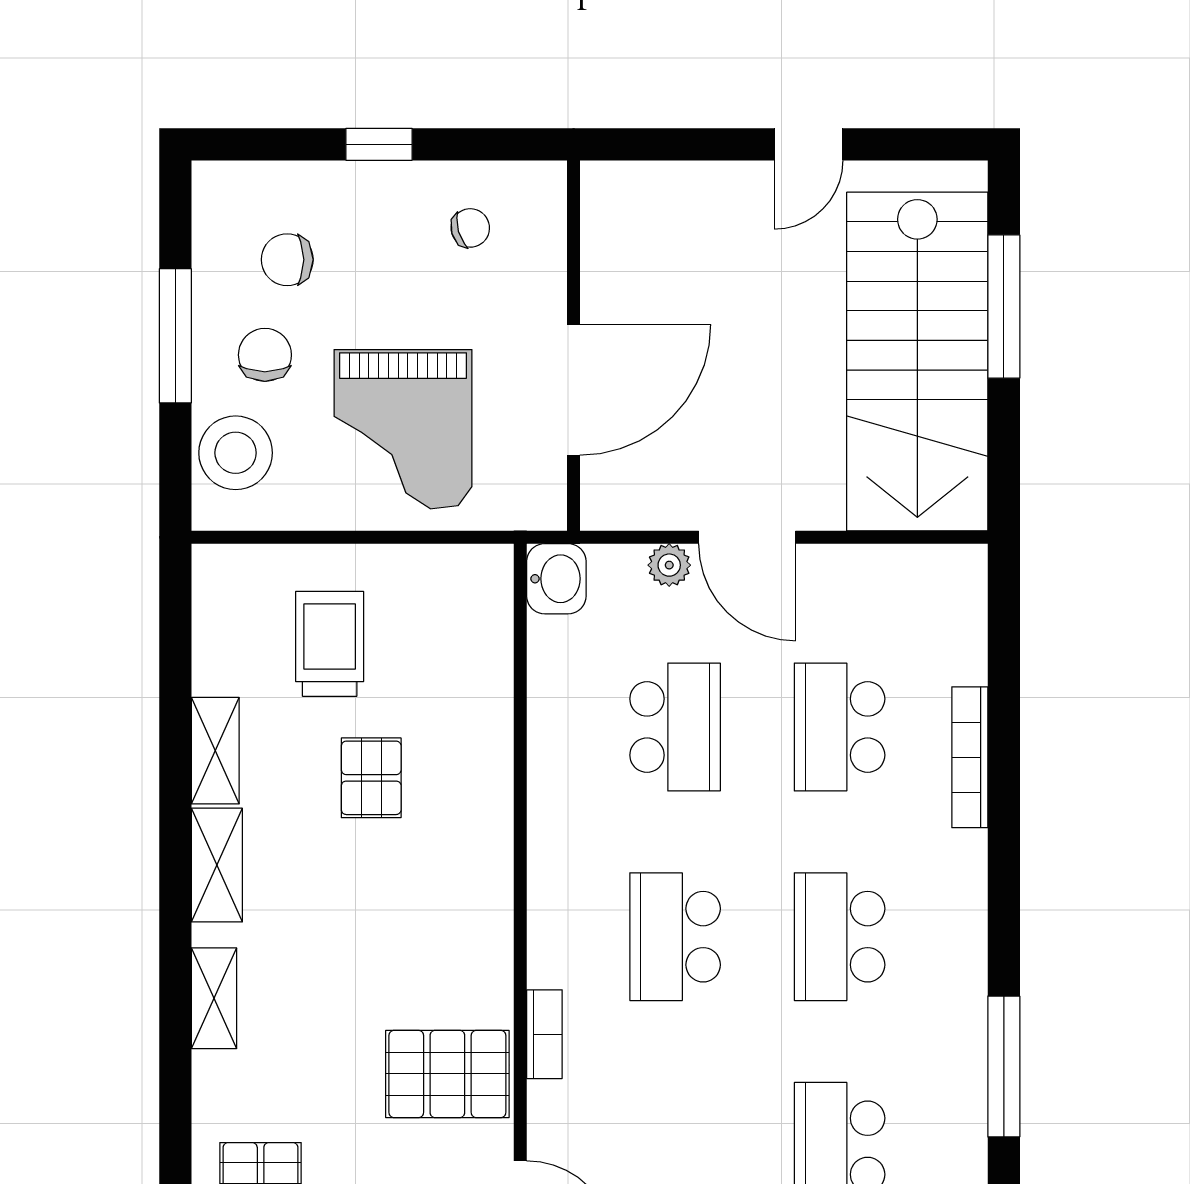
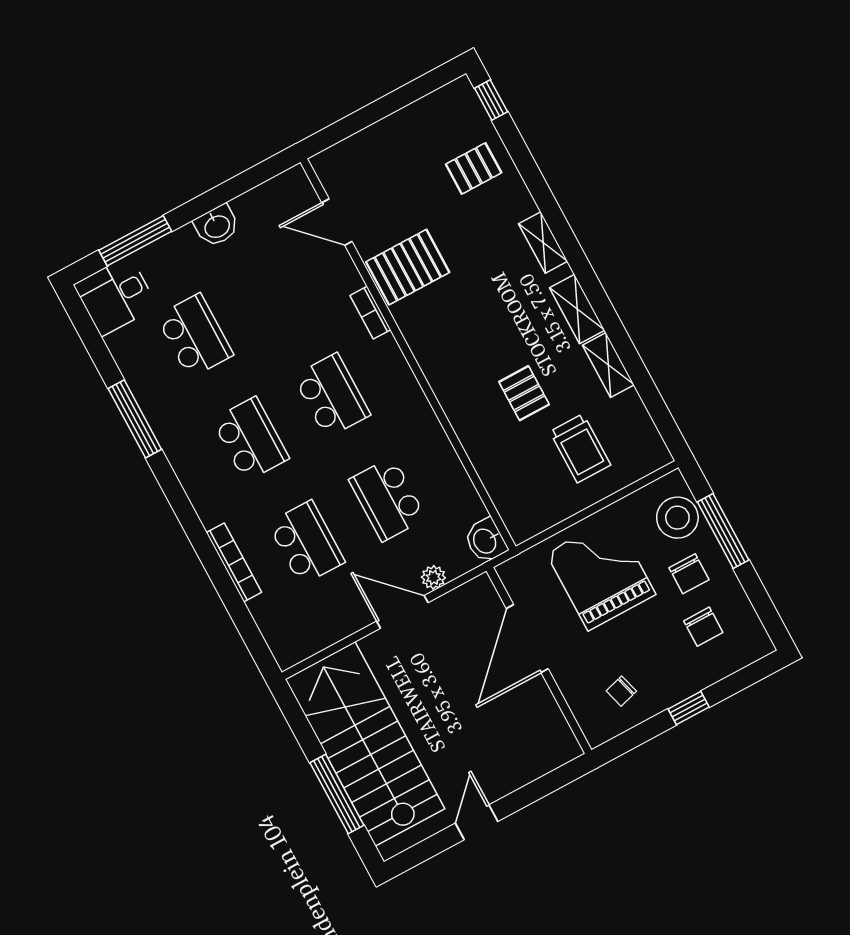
chair: (287, 260) -> (703, 627), turned 90
window: (175, 336) -> (723, 531), moved

